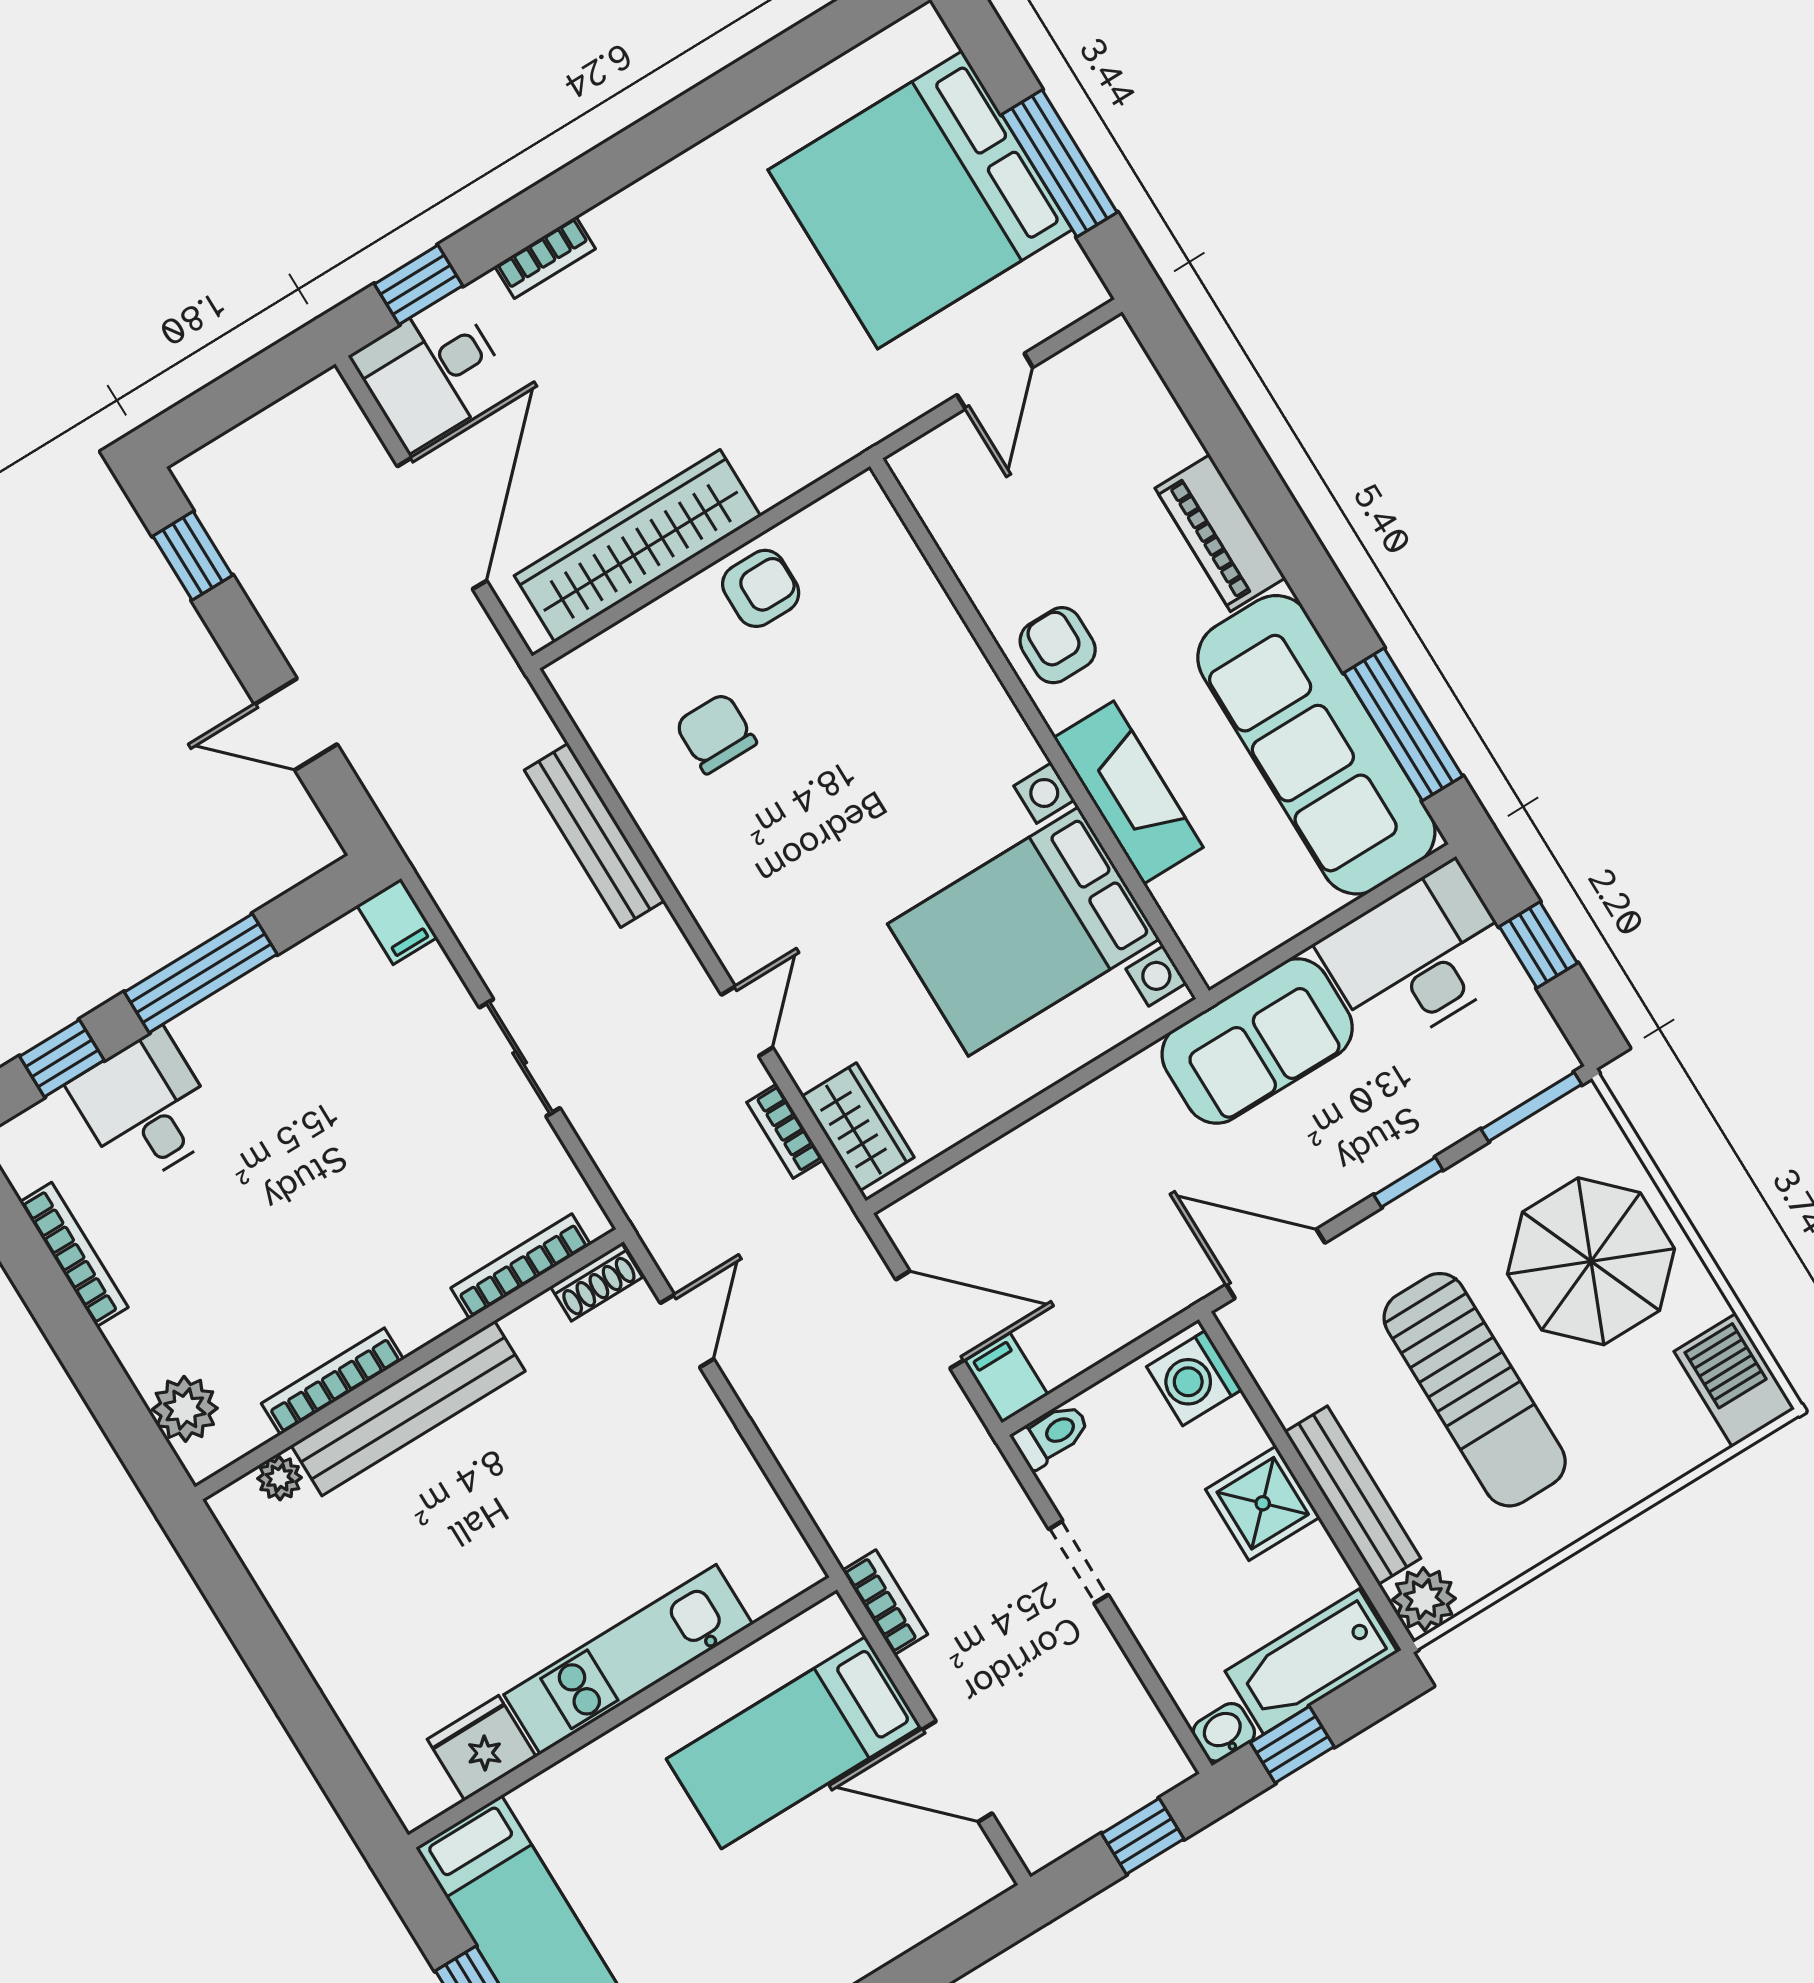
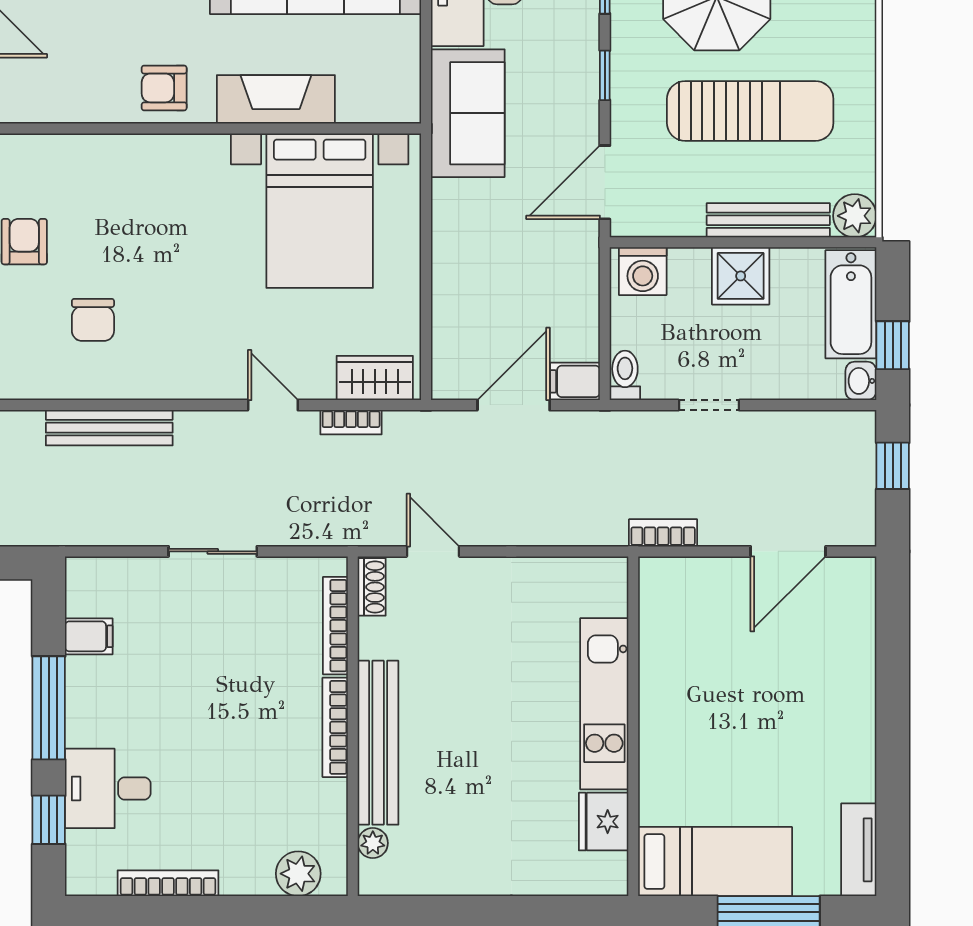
chair: (716, 733) -> (93, 320), turned -90
filing cabinet: (397, 921) -> (89, 636), moved
bookcase: (333, 1381) -> (335, 727), moved
bed: (794, 1743) -> (712, 637), removed

